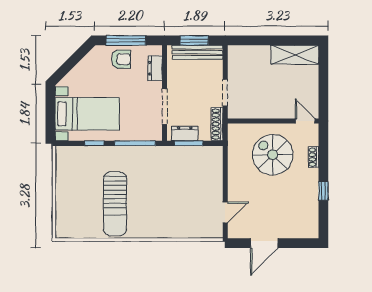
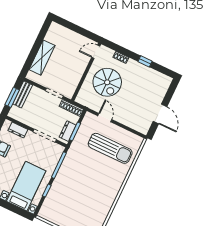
bench: (198, 52) -> (23, 94), width x0.73
shelving: (295, 55) -> (42, 58), moved
spiral stairs: (273, 155) -> (107, 82), turned -90
sun lounger: (115, 204) -> (110, 148), moved
door: (225, 213) -> (105, 118), moved

